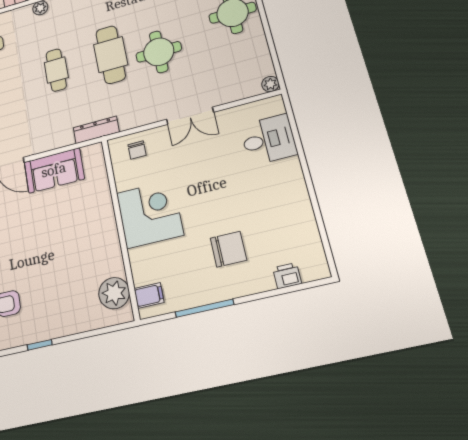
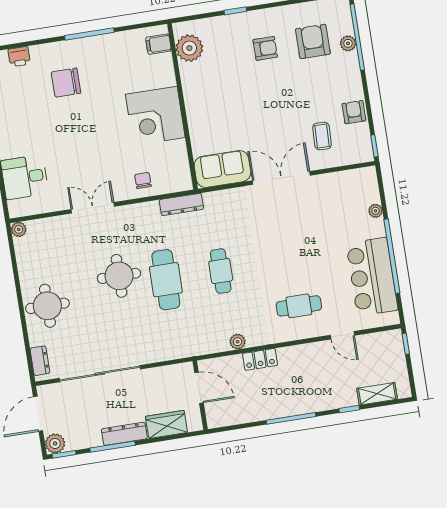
corner desk: (150, 214) -> (155, 116), moved
wall: (120, 227) -> (183, 106), moved
plant: (114, 293) -> (189, 48), moved
filing cabinet: (149, 295) -> (159, 44), moved

